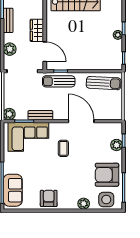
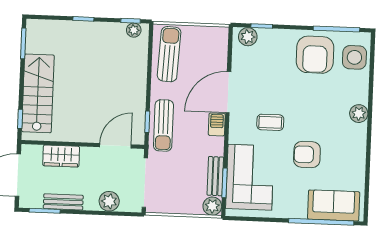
wardrobe: (37, 30) -> (61, 156), moved
plant: (118, 35) -> (134, 30), moved
bench: (40, 115) -> (215, 176), moved
barbecue: (61, 115) -> (217, 124), added
plant: (117, 145) -> (248, 37), moved
armchair: (49, 198) -> (307, 154), moved
plant: (84, 204) -> (359, 114), moved

